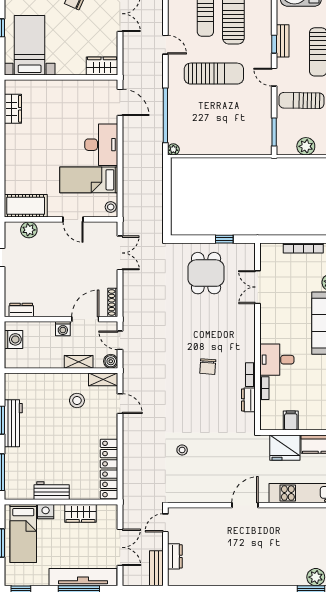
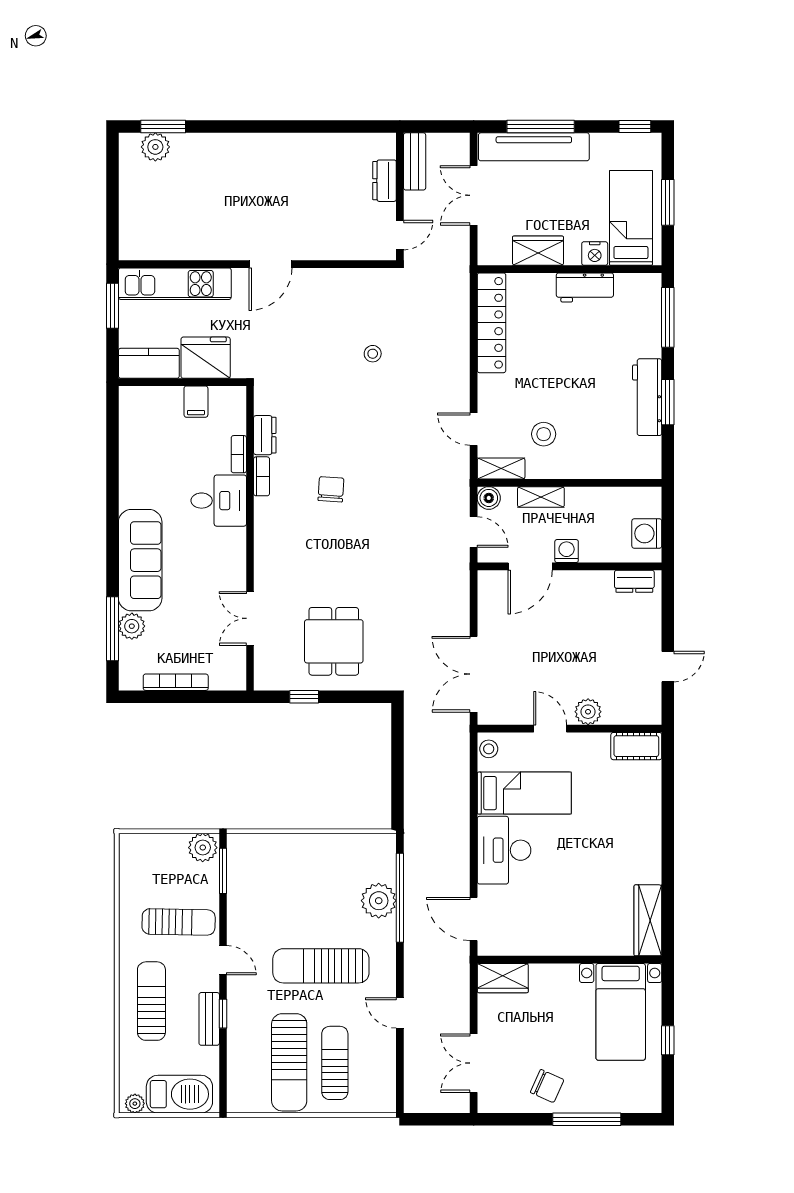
wardrobe: (13, 109) -> (648, 920), width x1.50
plant: (306, 146) -> (203, 848), moved
plant: (173, 149) -> (379, 901), moved, width x1.88, depth x1.88
cot: (26, 206) -> (636, 746), width x0.73, depth x0.75
plant: (29, 230) -> (588, 712), moved
double door: (120, 253) -> (474, 674), width x1.37
double door: (258, 287) -> (250, 618), swing flipped
shoe rack: (113, 303) -> (485, 593), removed

